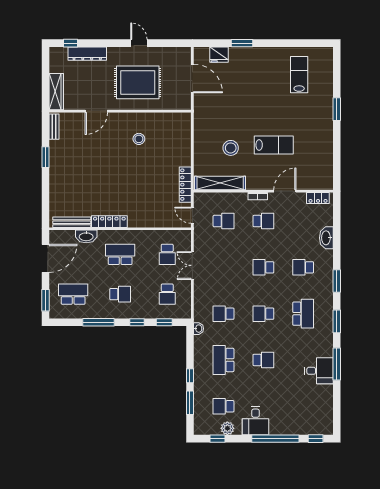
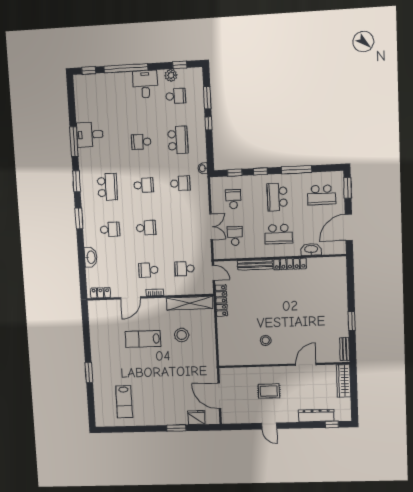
rug: (138, 82) -> (269, 391), width x0.54, depth x0.49
bench: (72, 222) -> (255, 265), moved
school desk: (120, 294) -> (277, 197), width x1.85
school desk: (303, 314) -> (107, 187), turned 180

